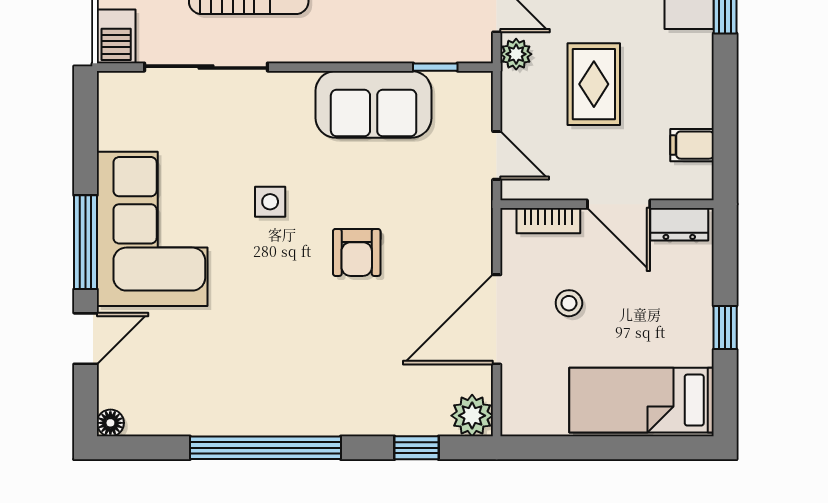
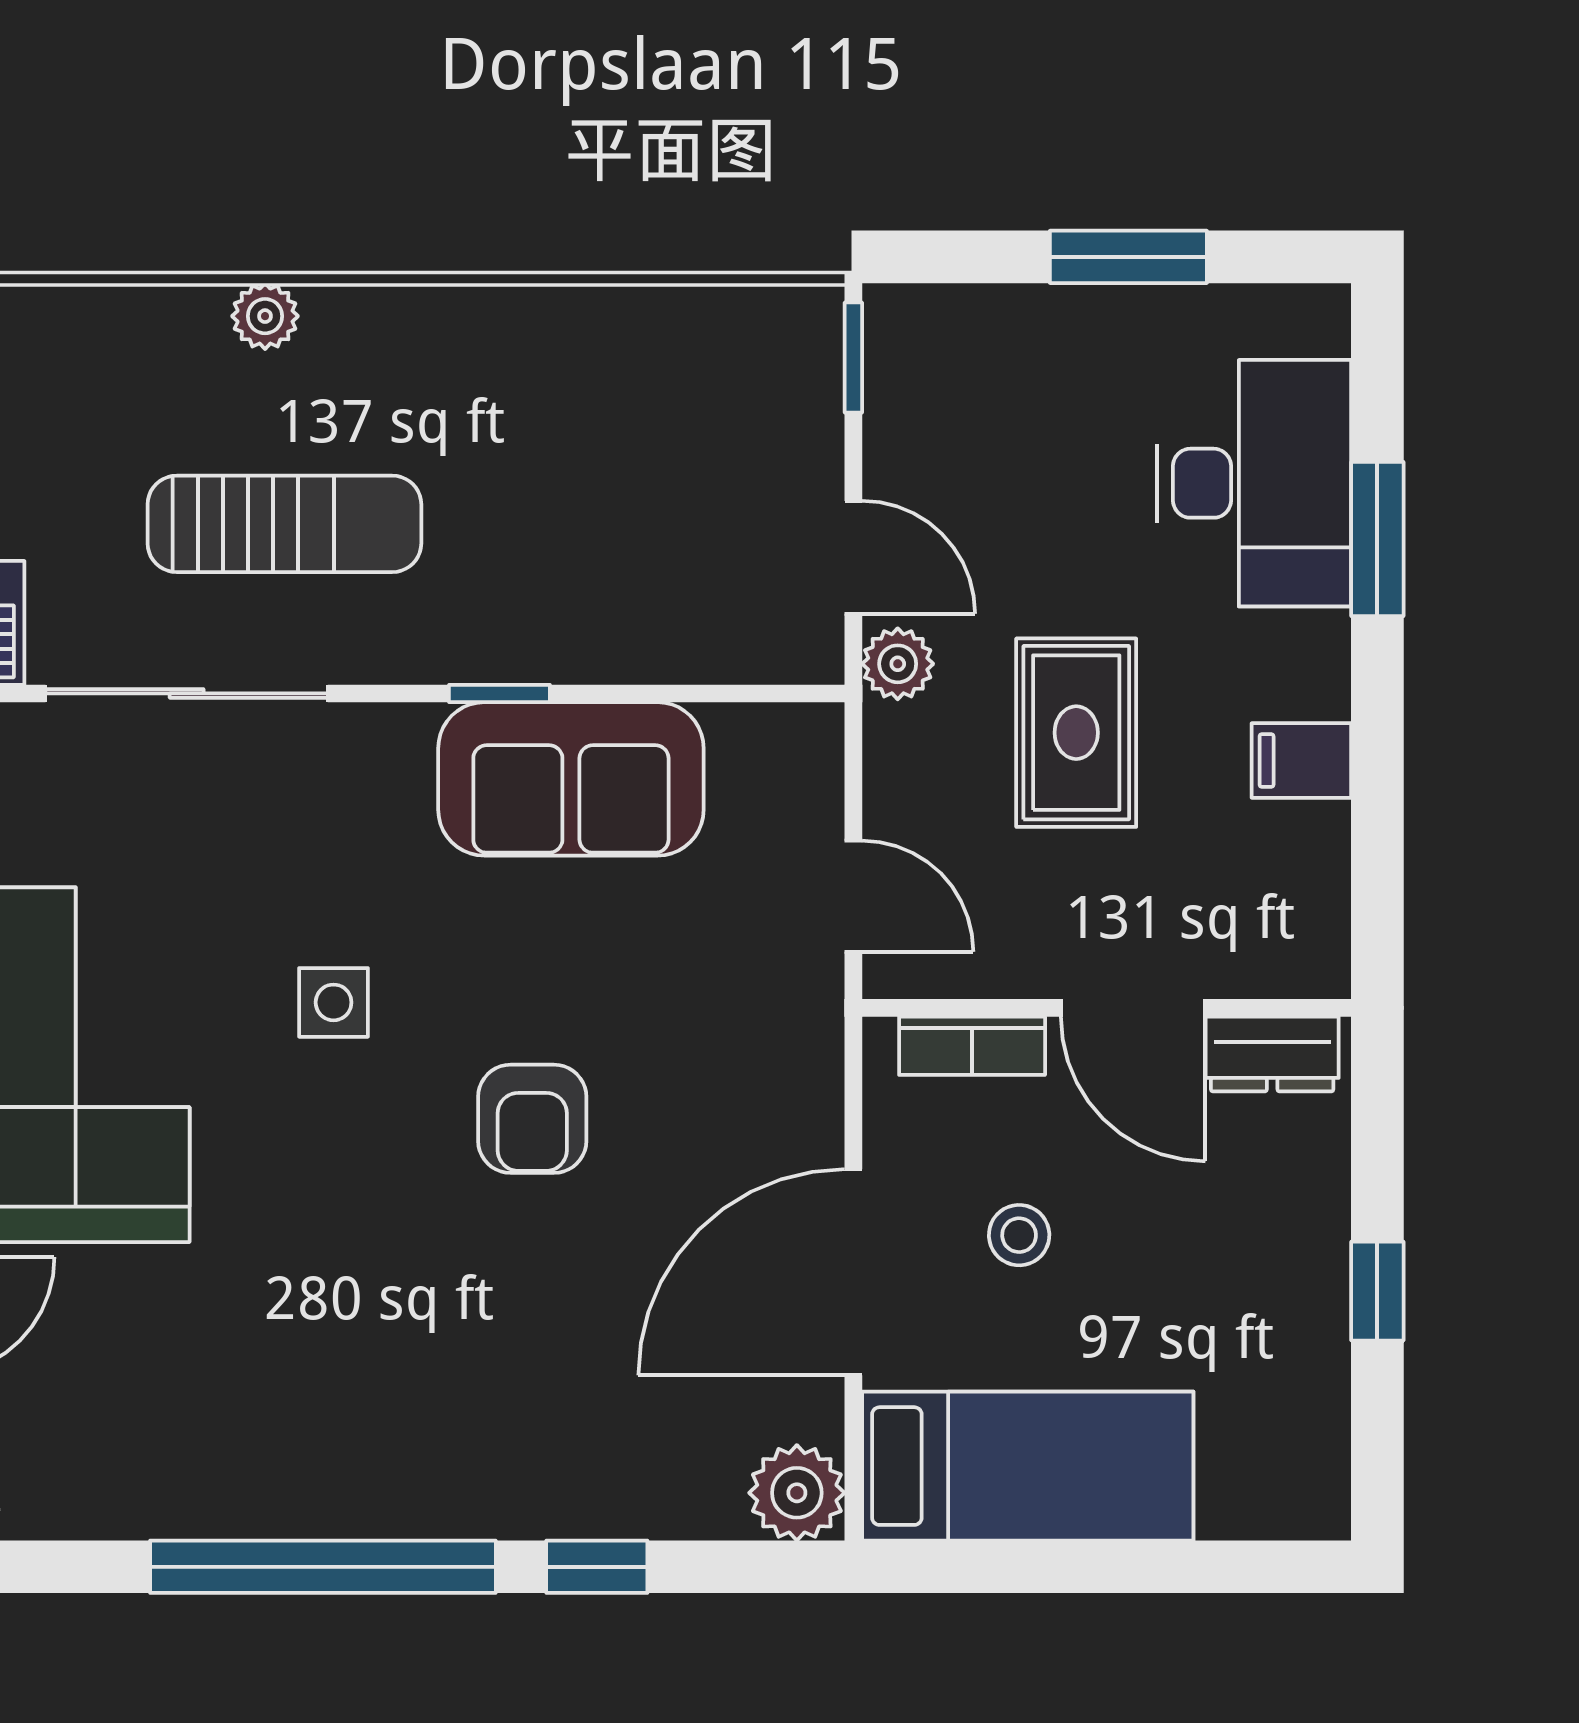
window: (435, 67) -> (499, 693), moved
filing cabinet: (692, 145) -> (1301, 761), moved
bed: (641, 400) -> (1028, 1466), moved, turned 180
window: (417, 448) -> (597, 1567), moved

